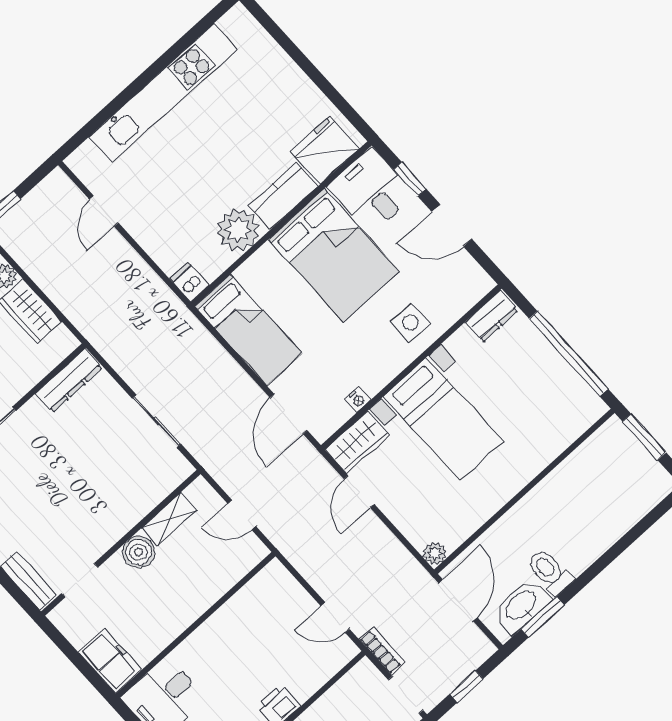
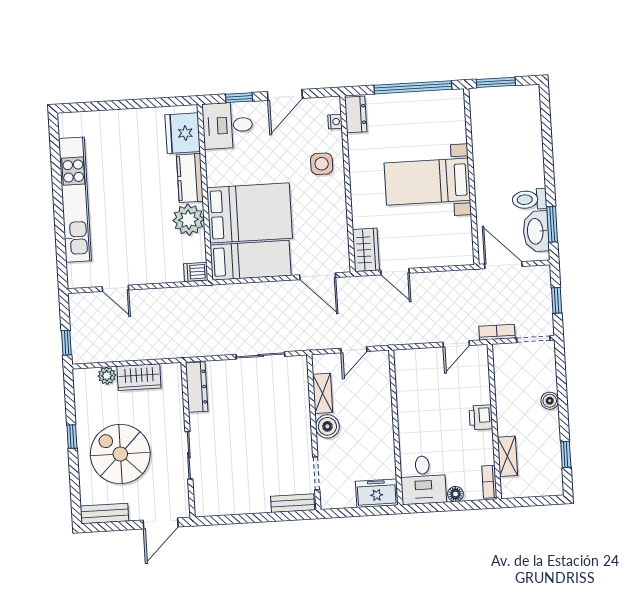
bed: (334, 255) -> (250, 213), moved
nightstand: (358, 400) -> (335, 122), moved
bed with nightstands: (443, 419) -> (427, 182), moved, turned 180
plant: (435, 553) -> (465, 257), removed

